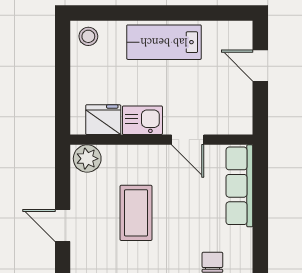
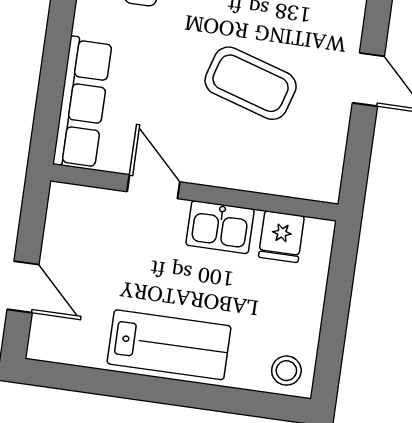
fridge: (103, 120) -> (281, 237), width x0.72
plant: (87, 159) -> (315, 179), removed
coffee table: (136, 213) -> (251, 83), turned -73

